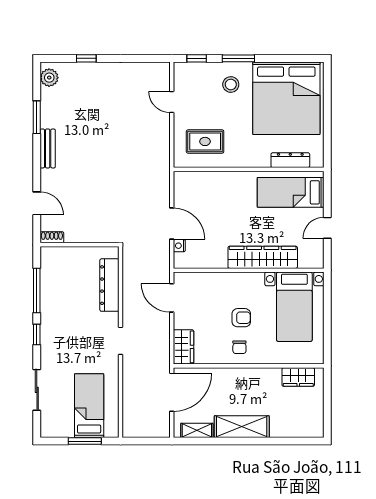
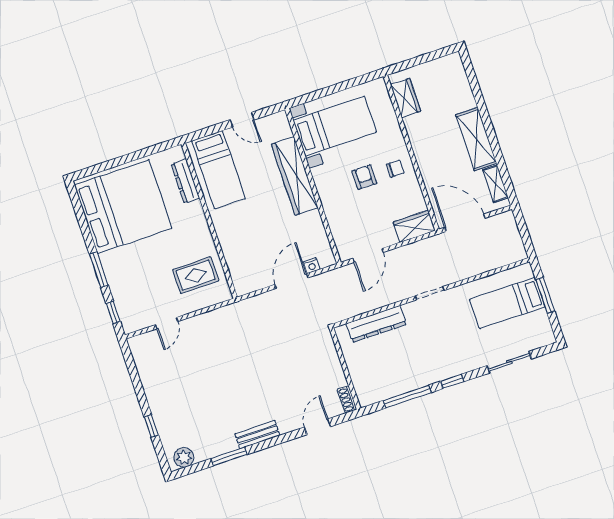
stool: (231, 85) -> (128, 268), removed
rug: (205, 141) -> (196, 275), turned 90

